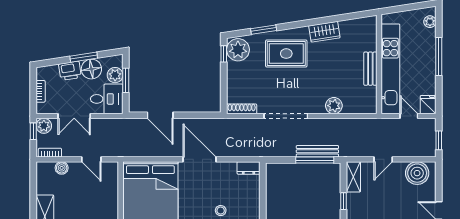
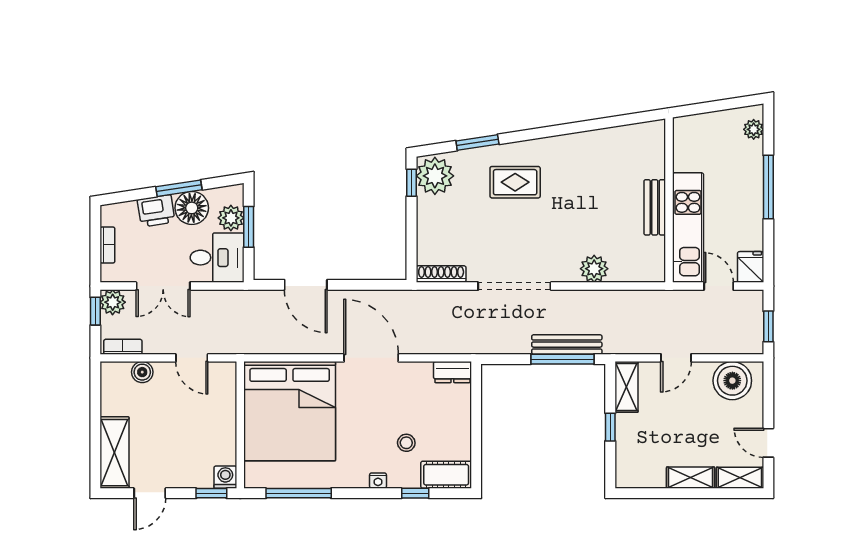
wardrobe: (324, 32) -> (578, 146), removed
rug: (286, 54) -> (515, 182), width x0.73, depth x0.70
kitchen unit: (390, 69) -> (688, 228), width x0.73

